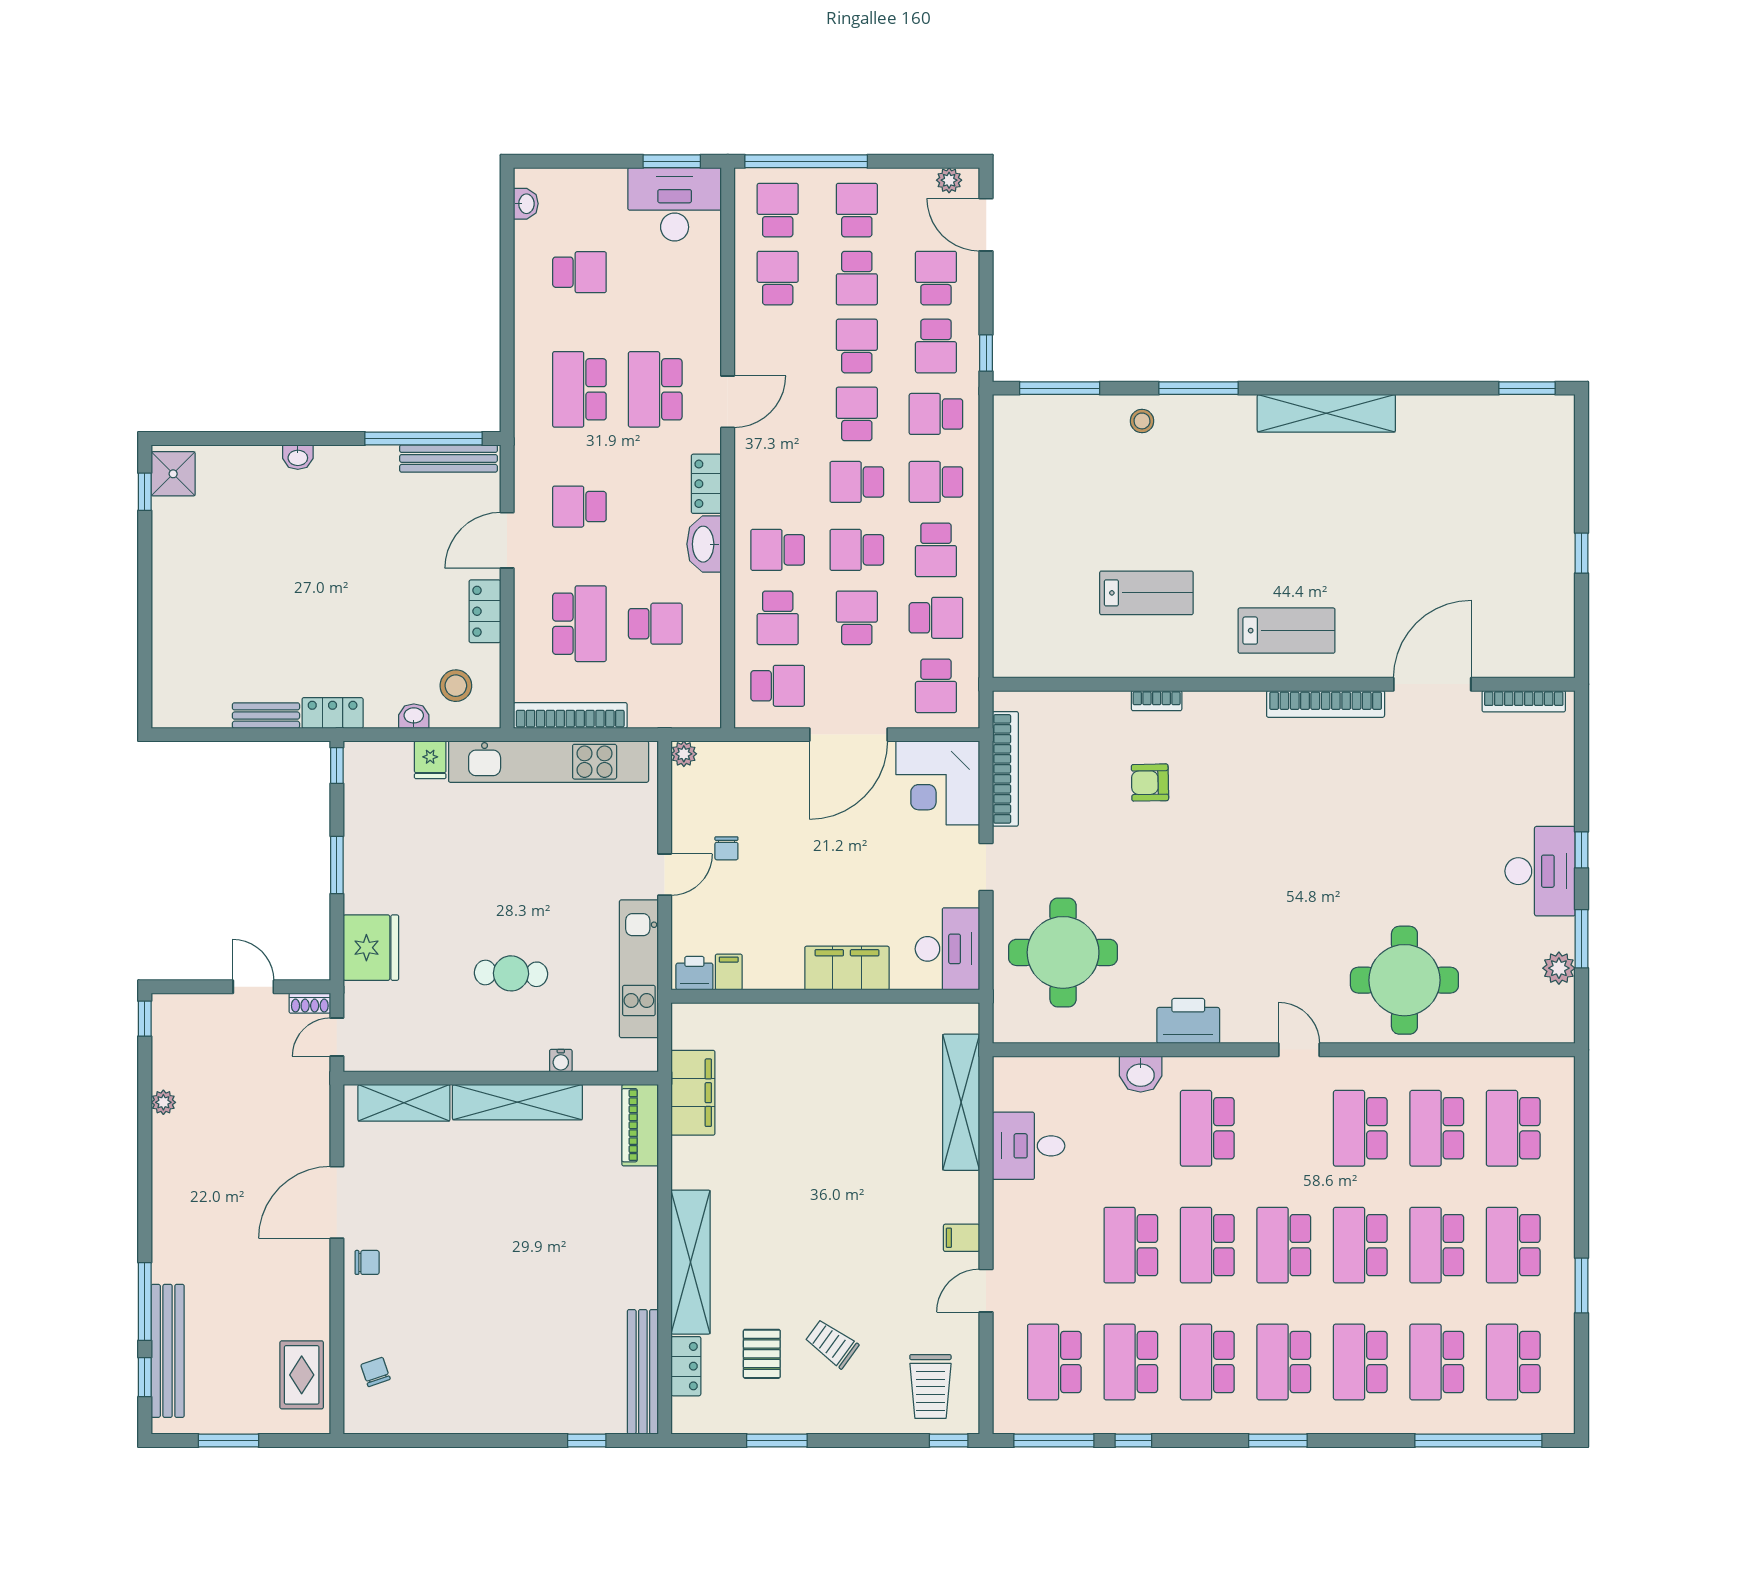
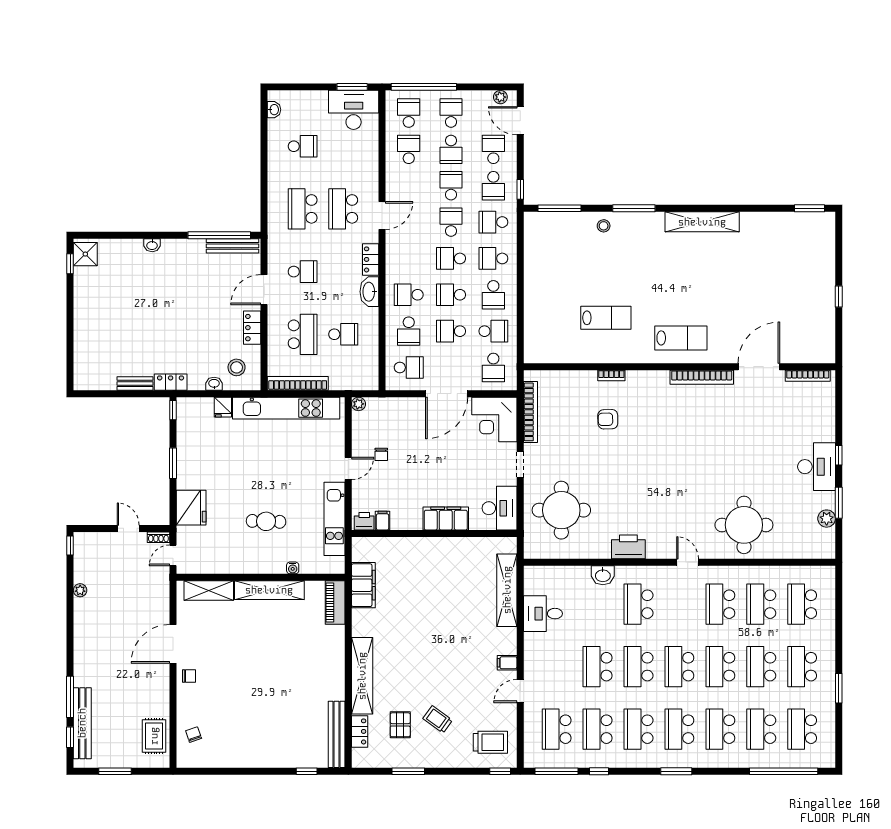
school desk: (579, 507) -> (303, 272), turned 180
school desk: (857, 618) -> (451, 331), turned -90
trolley: (930, 1386) -> (490, 742), turned -90

